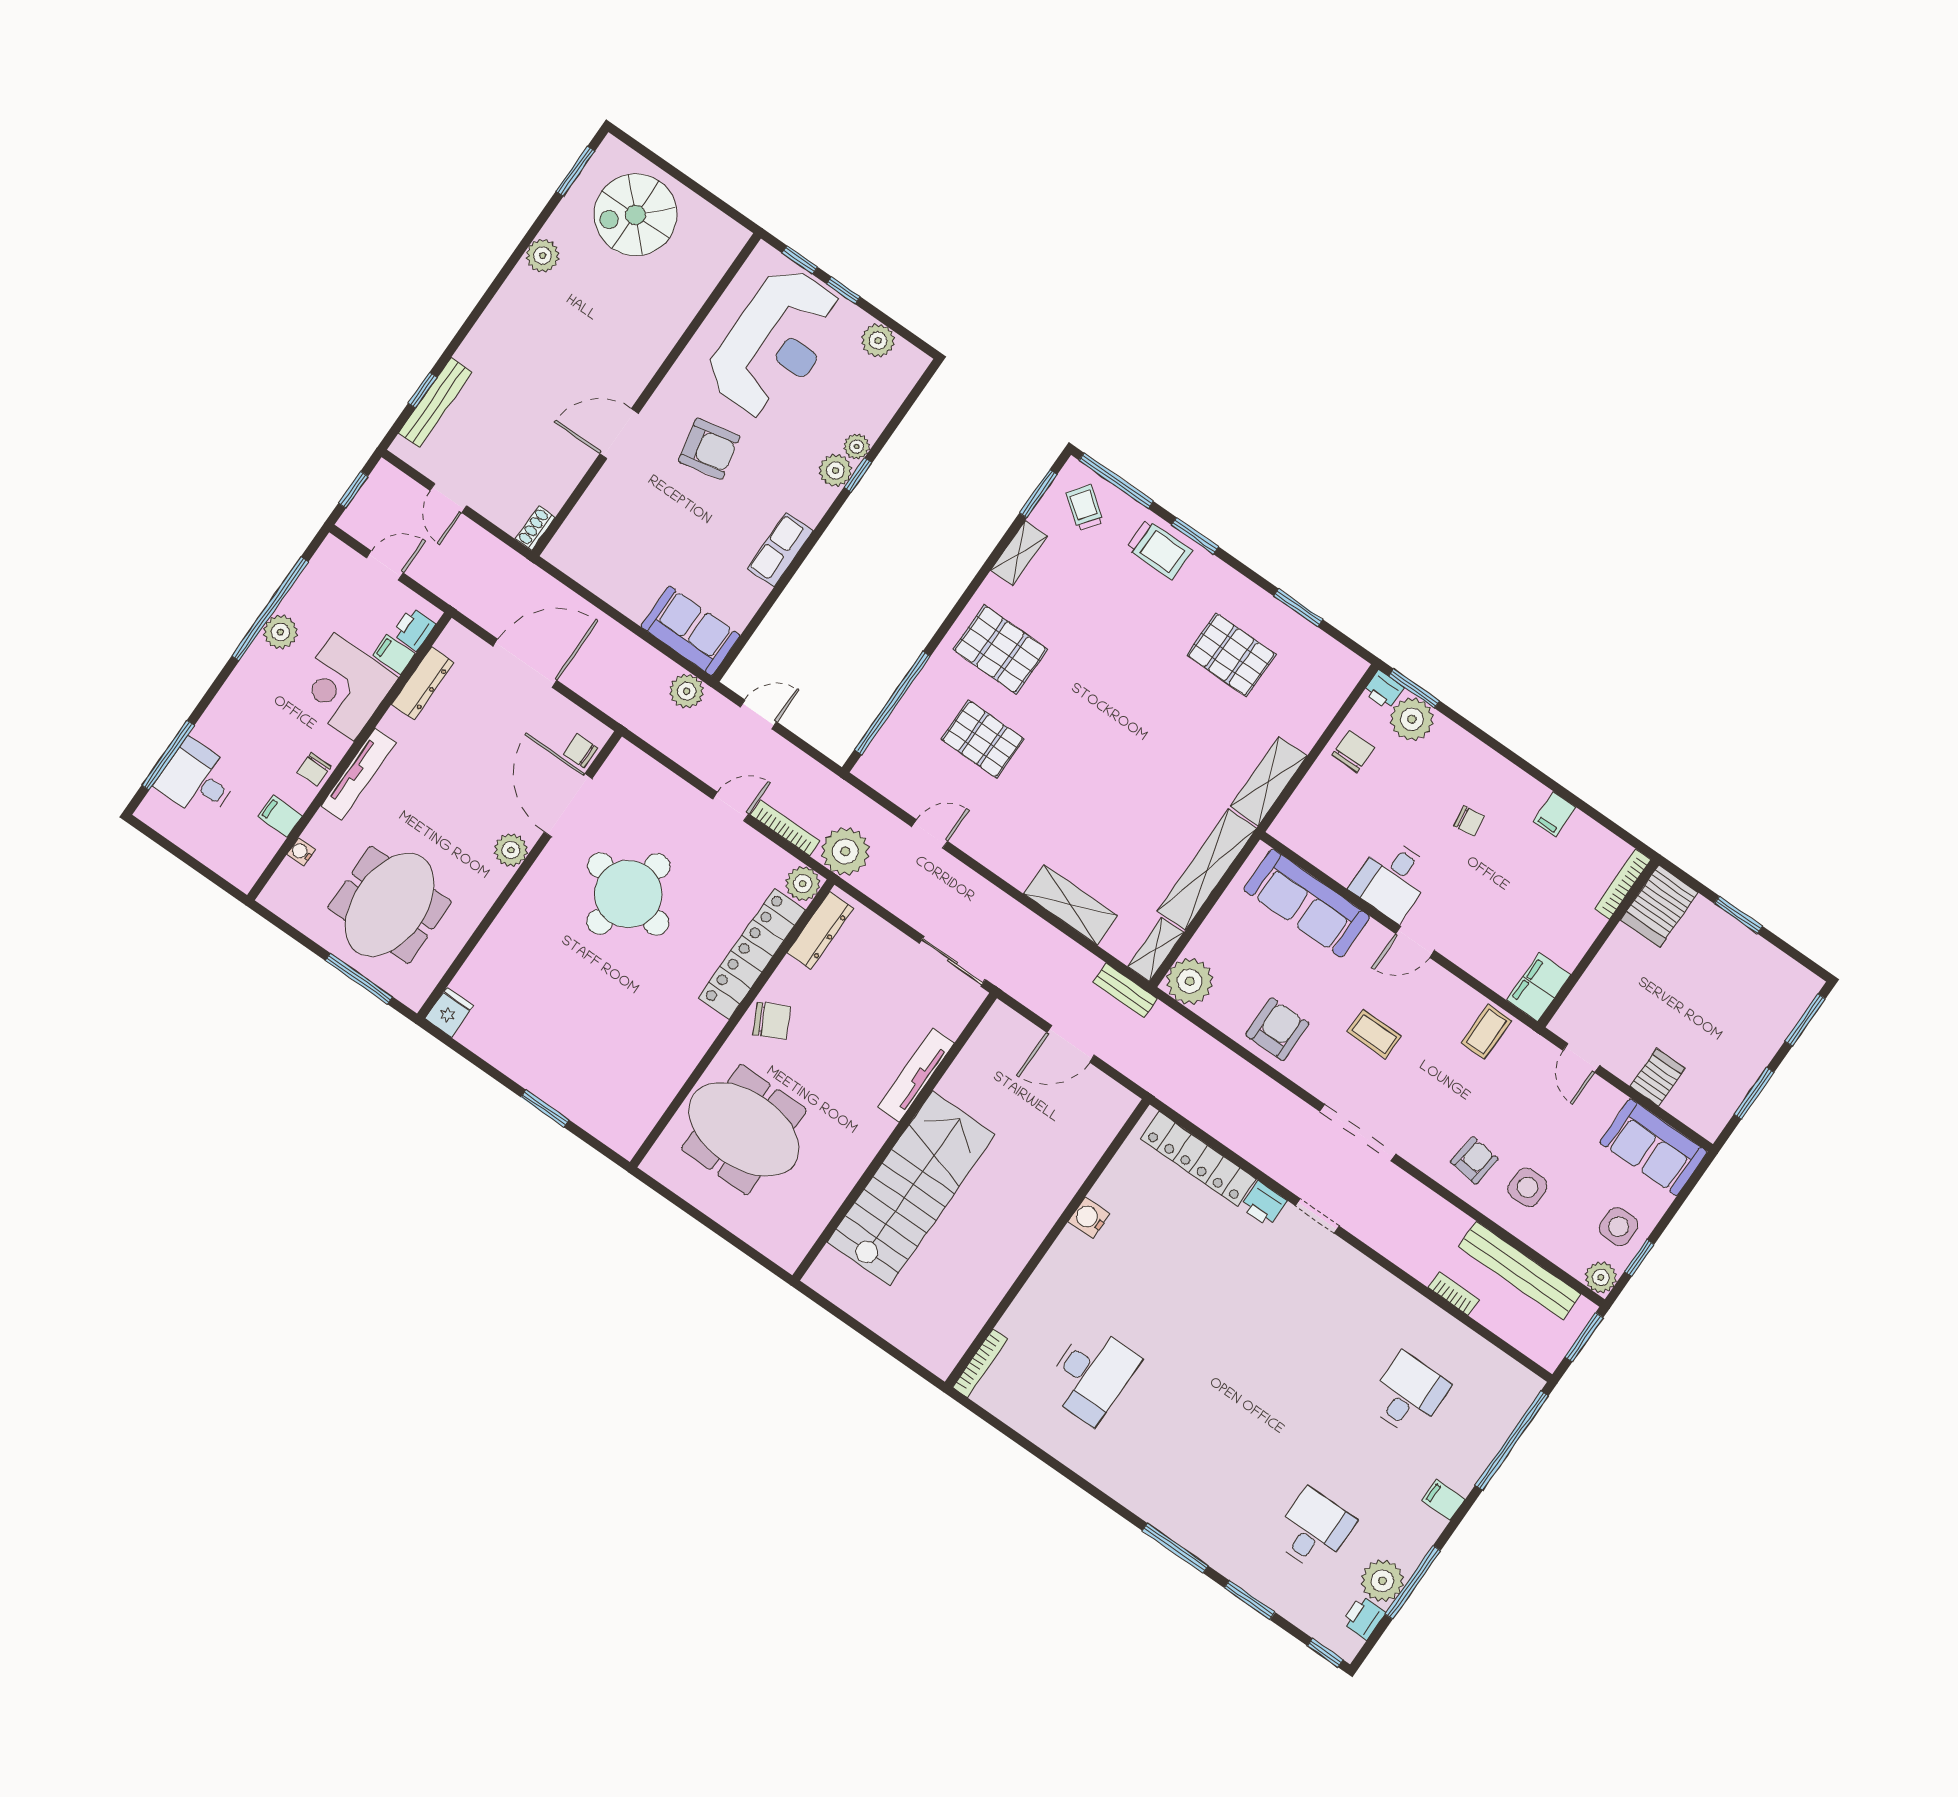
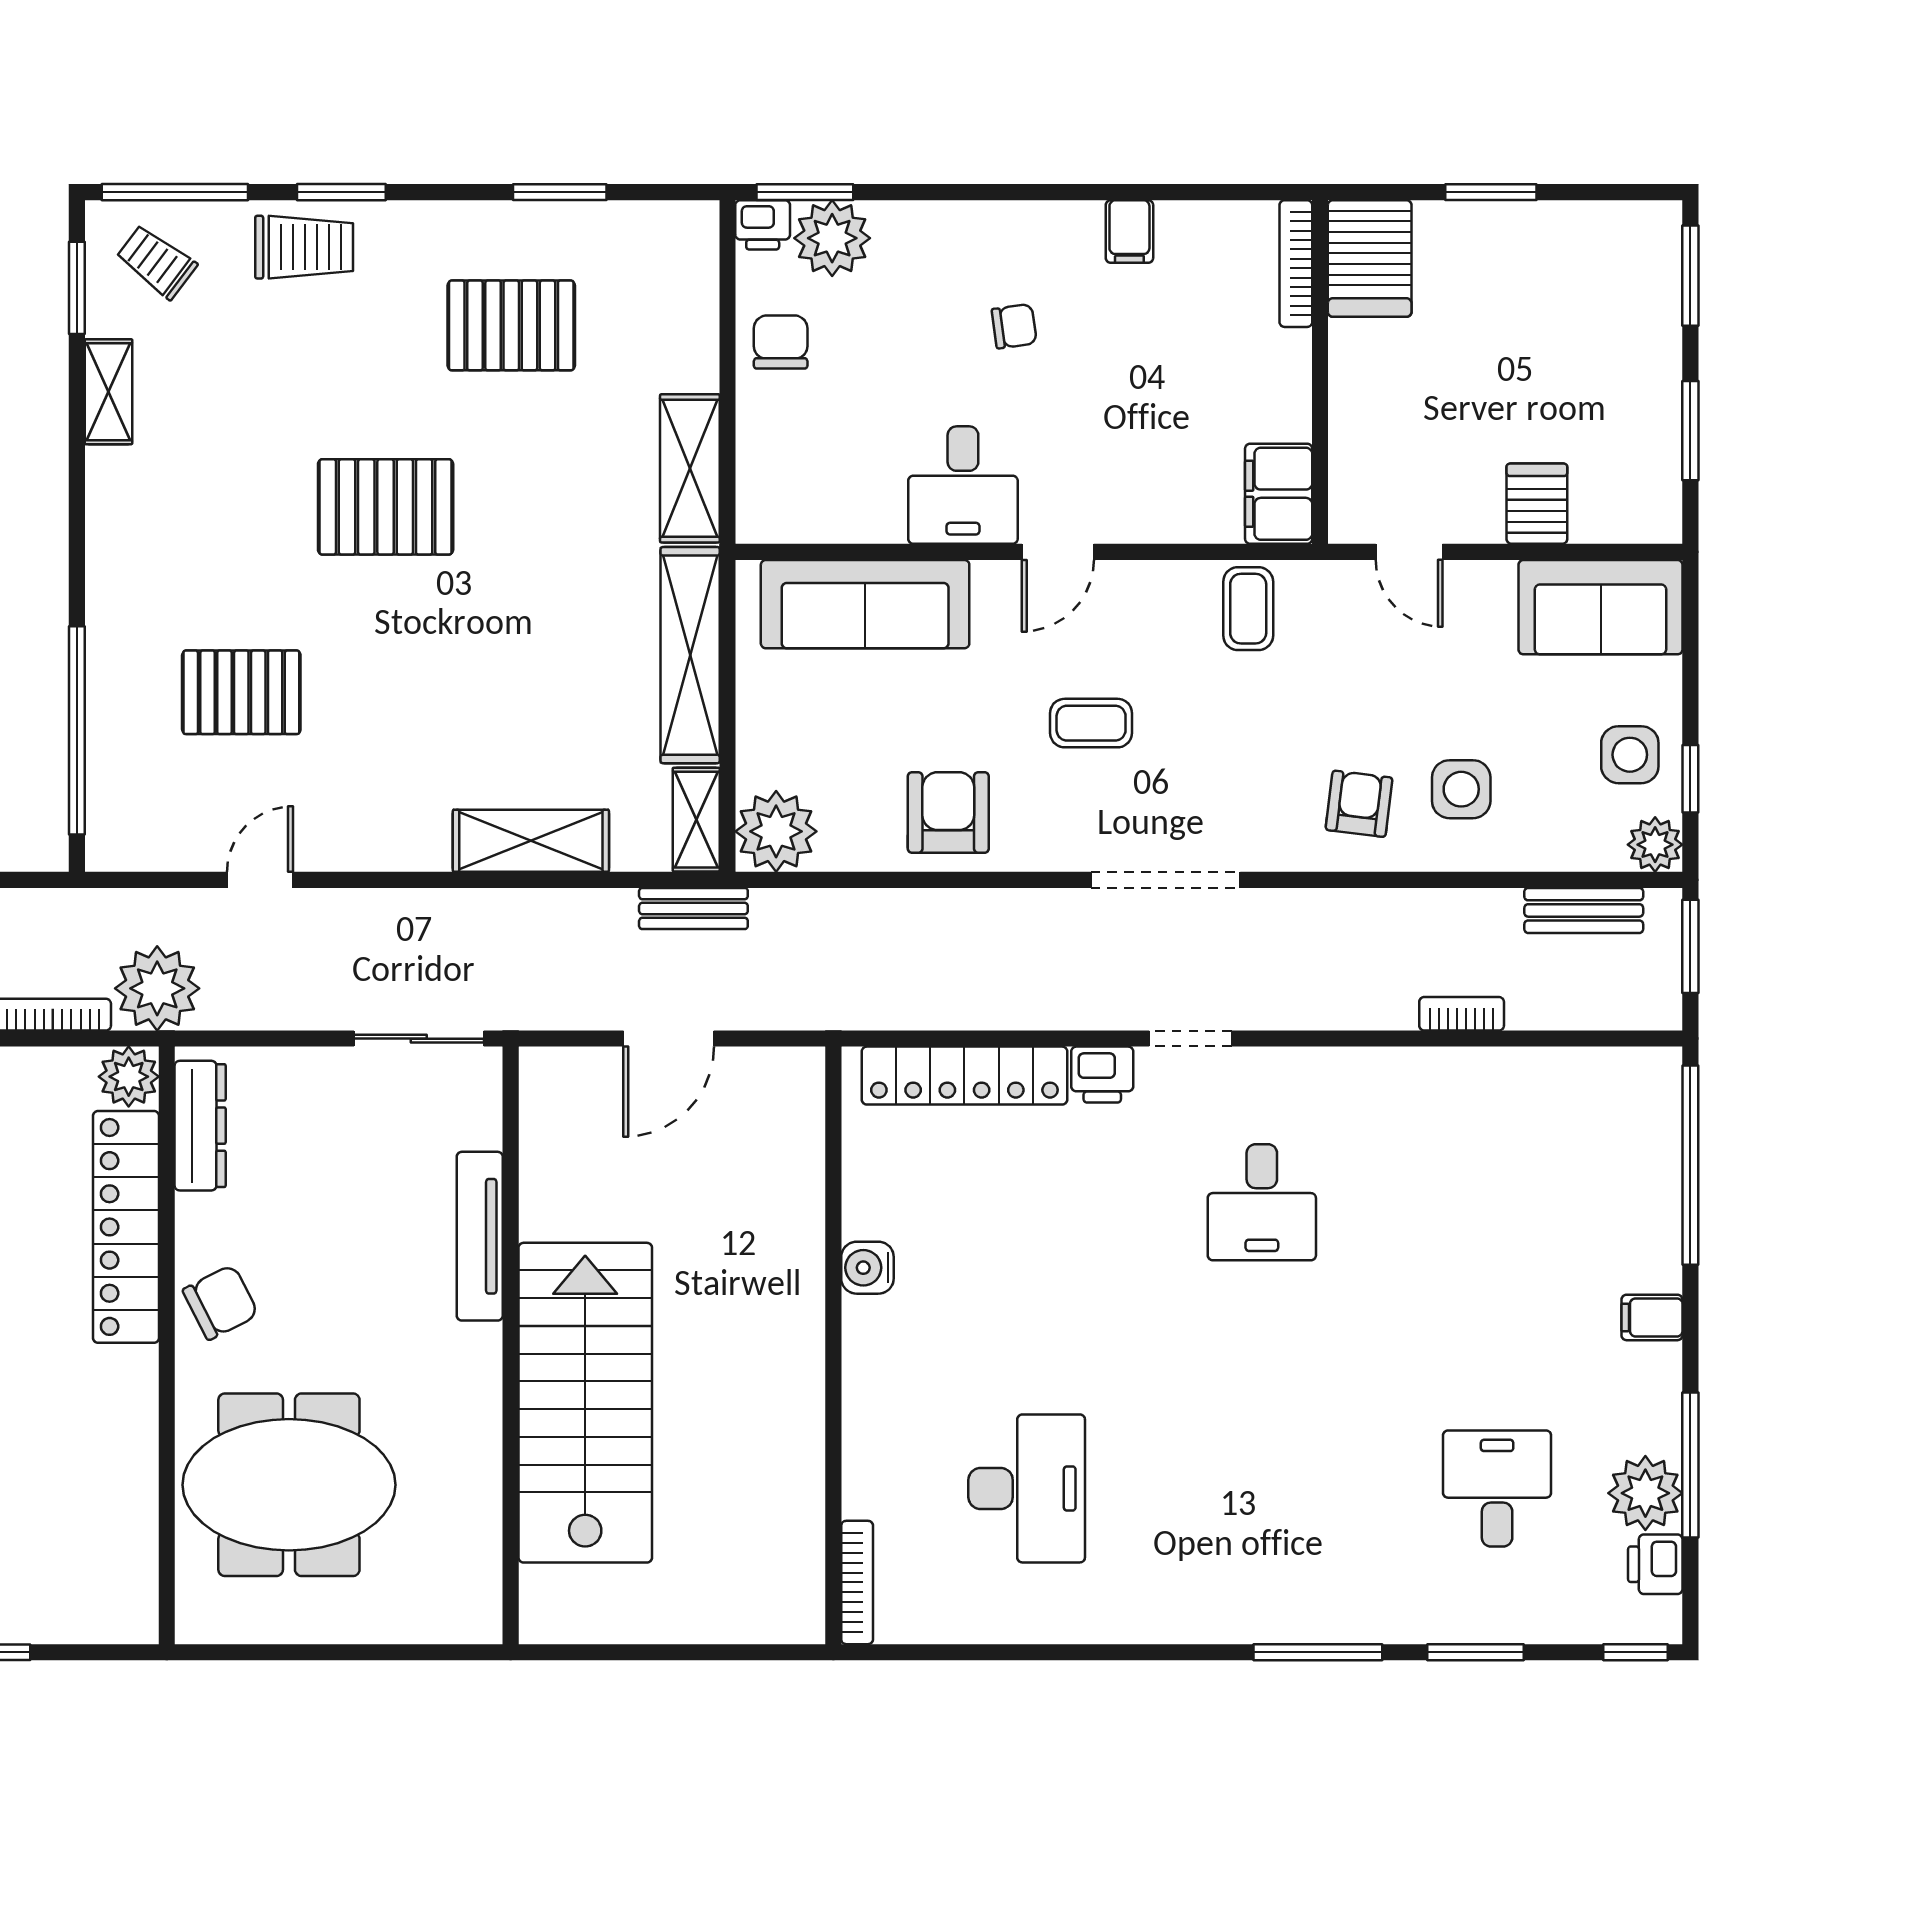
pallet: (1000, 649) -> (386, 507), moved
bench: (1520, 1270) -> (1584, 910), width x0.54, depth x0.82
desk: (1408, 1394) -> (1262, 1202), moved, turned 180

